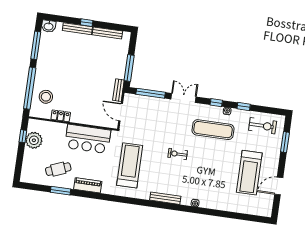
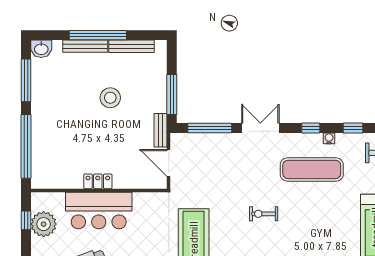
window: (87, 23) -> (98, 35), width x3.17
stool: (46, 97) -> (110, 98), moved
locker: (61, 116) -> (98, 181), moved
bar counter: (88, 139) -> (99, 210), moved

